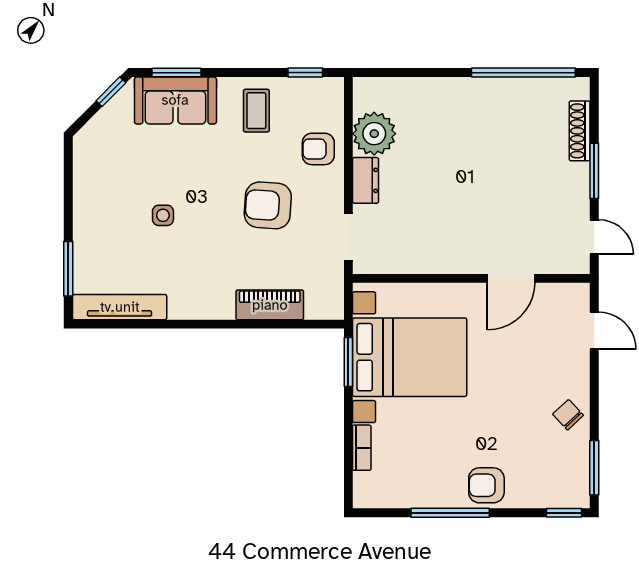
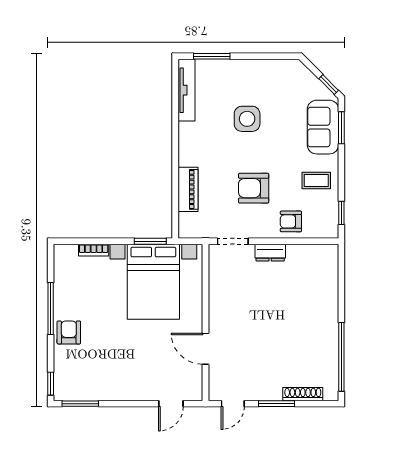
plant: (374, 134) -> (301, 258), removed
armchair: (318, 149) -> (291, 221), turned -90
armchair: (268, 205) -> (254, 188), turned -94
side table: (163, 215) -> (247, 119), width x1.87, depth x1.87
chair: (568, 415) -> (115, 386), removed

